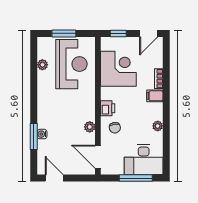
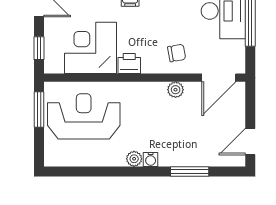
window: (64, 33) -> (39, 110), moved
plant: (42, 65) -> (134, 159), moved
printer: (108, 108) -> (129, 64), moved
water cooler: (42, 134) -> (151, 159), moved

